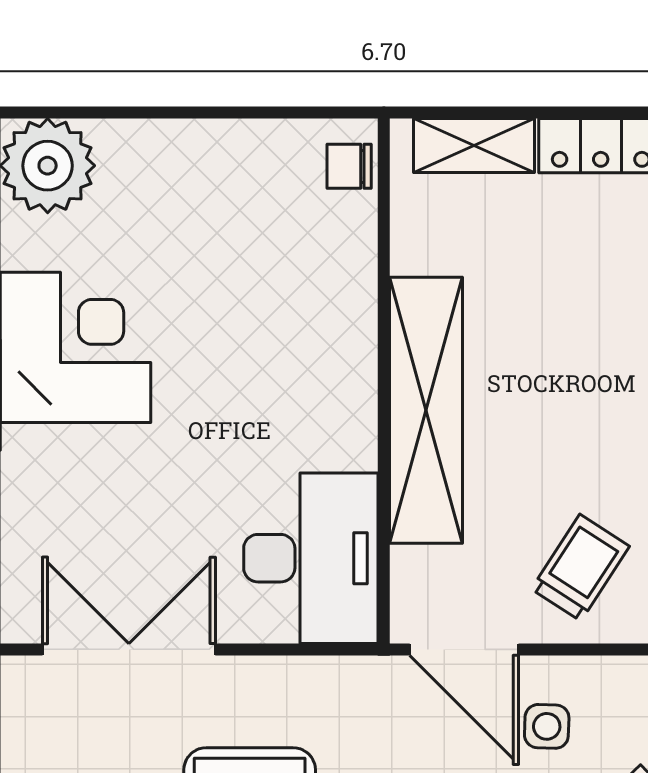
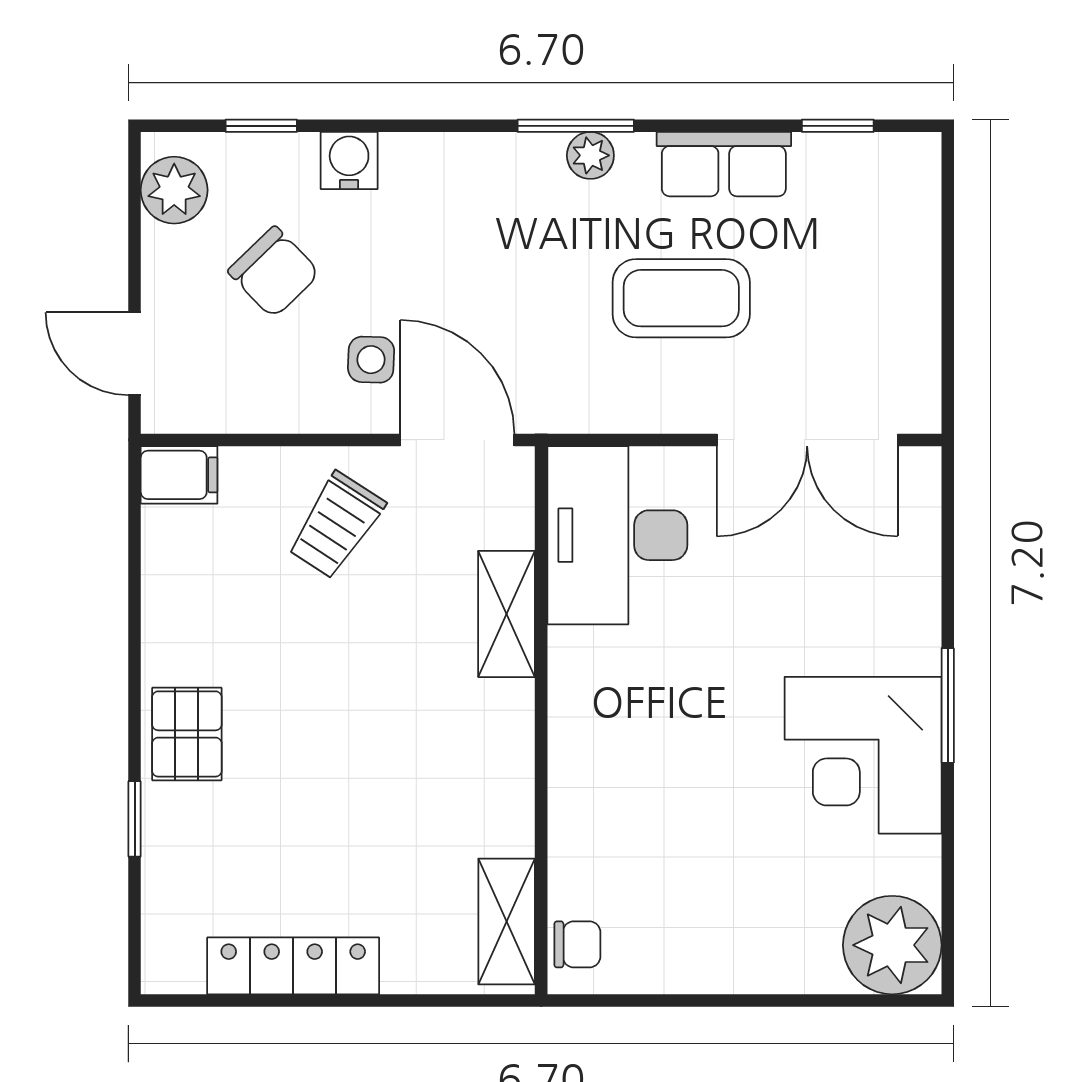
shelving: (474, 146) -> (507, 921), moved, turned 90
shelving: (426, 410) -> (507, 614), width x0.45, depth x0.75

